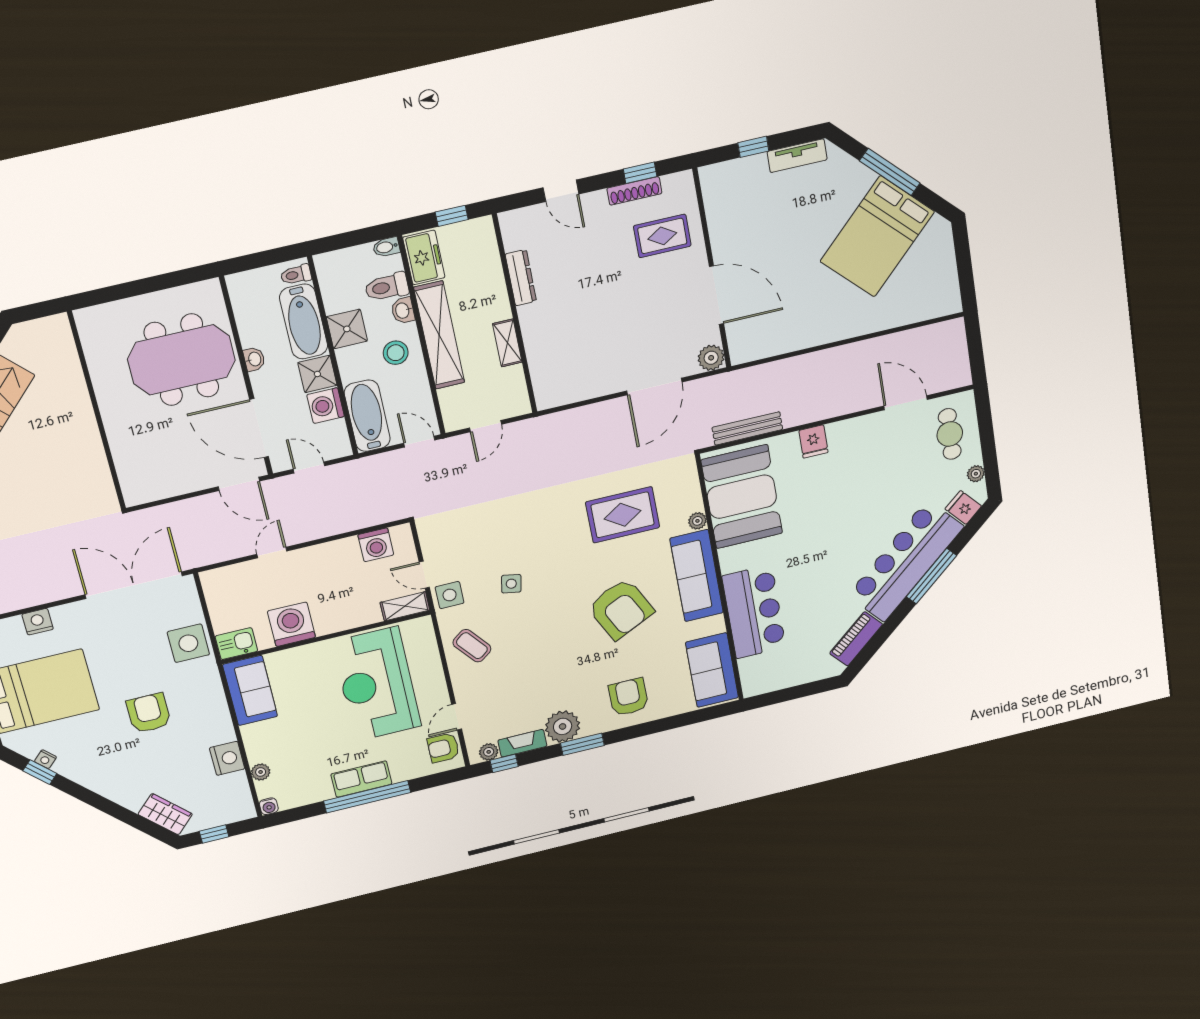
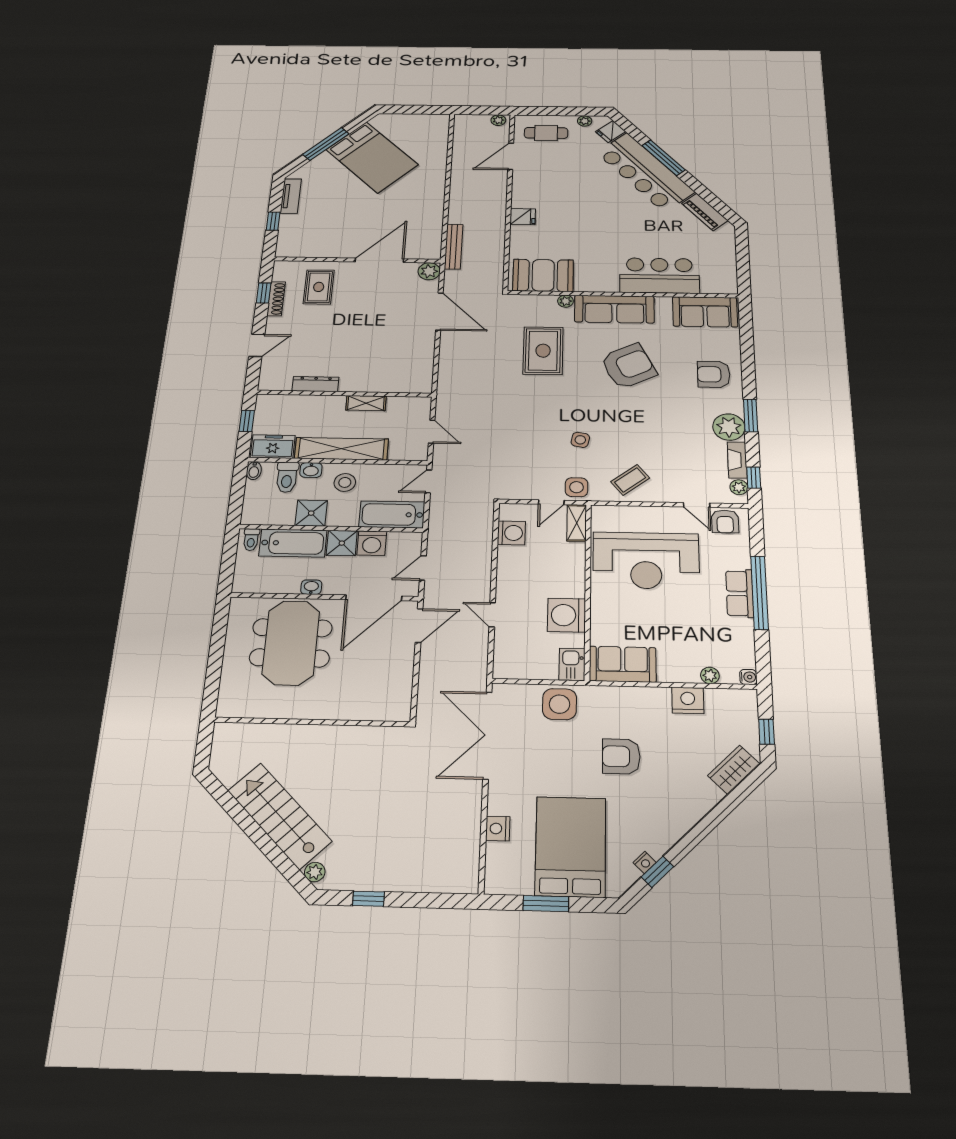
plant: (962, 372) -> (498, 120), added
bench: (747, 428) -> (454, 247), moved
booth: (742, 497) -> (543, 275), width x0.73, depth x0.70

